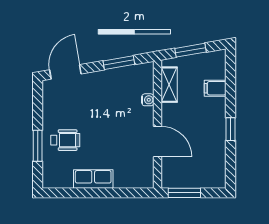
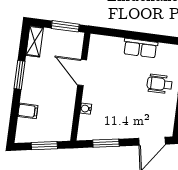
shelving: (169, 85) -> (35, 41), moved
window: (230, 129) -> (20, 75), width x1.50

